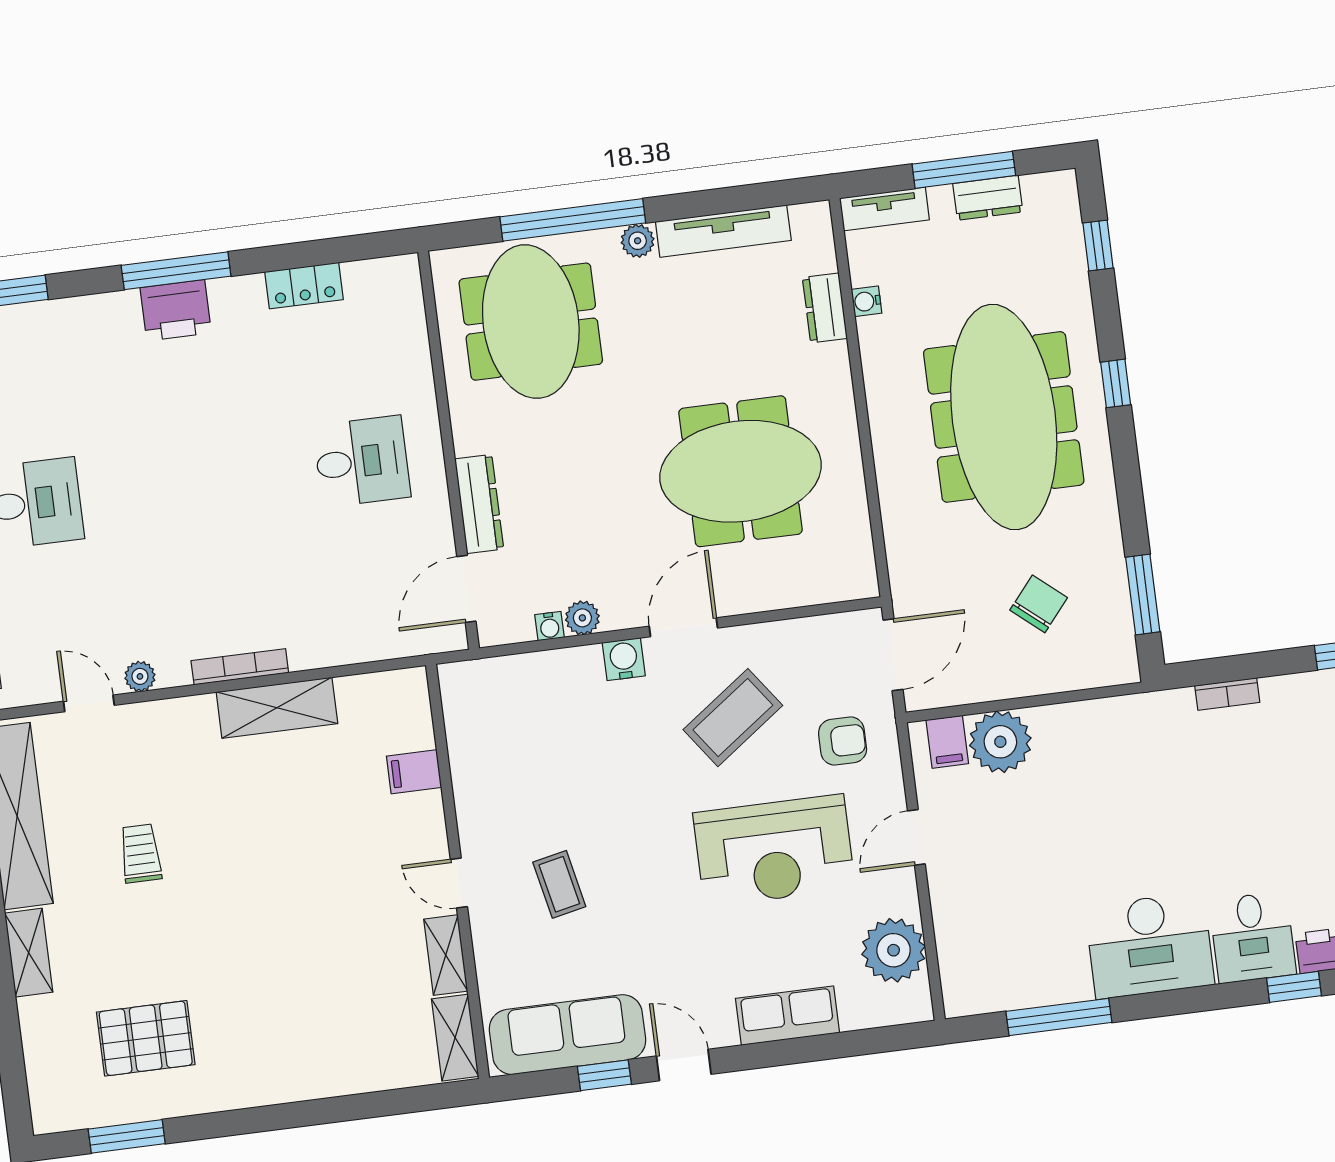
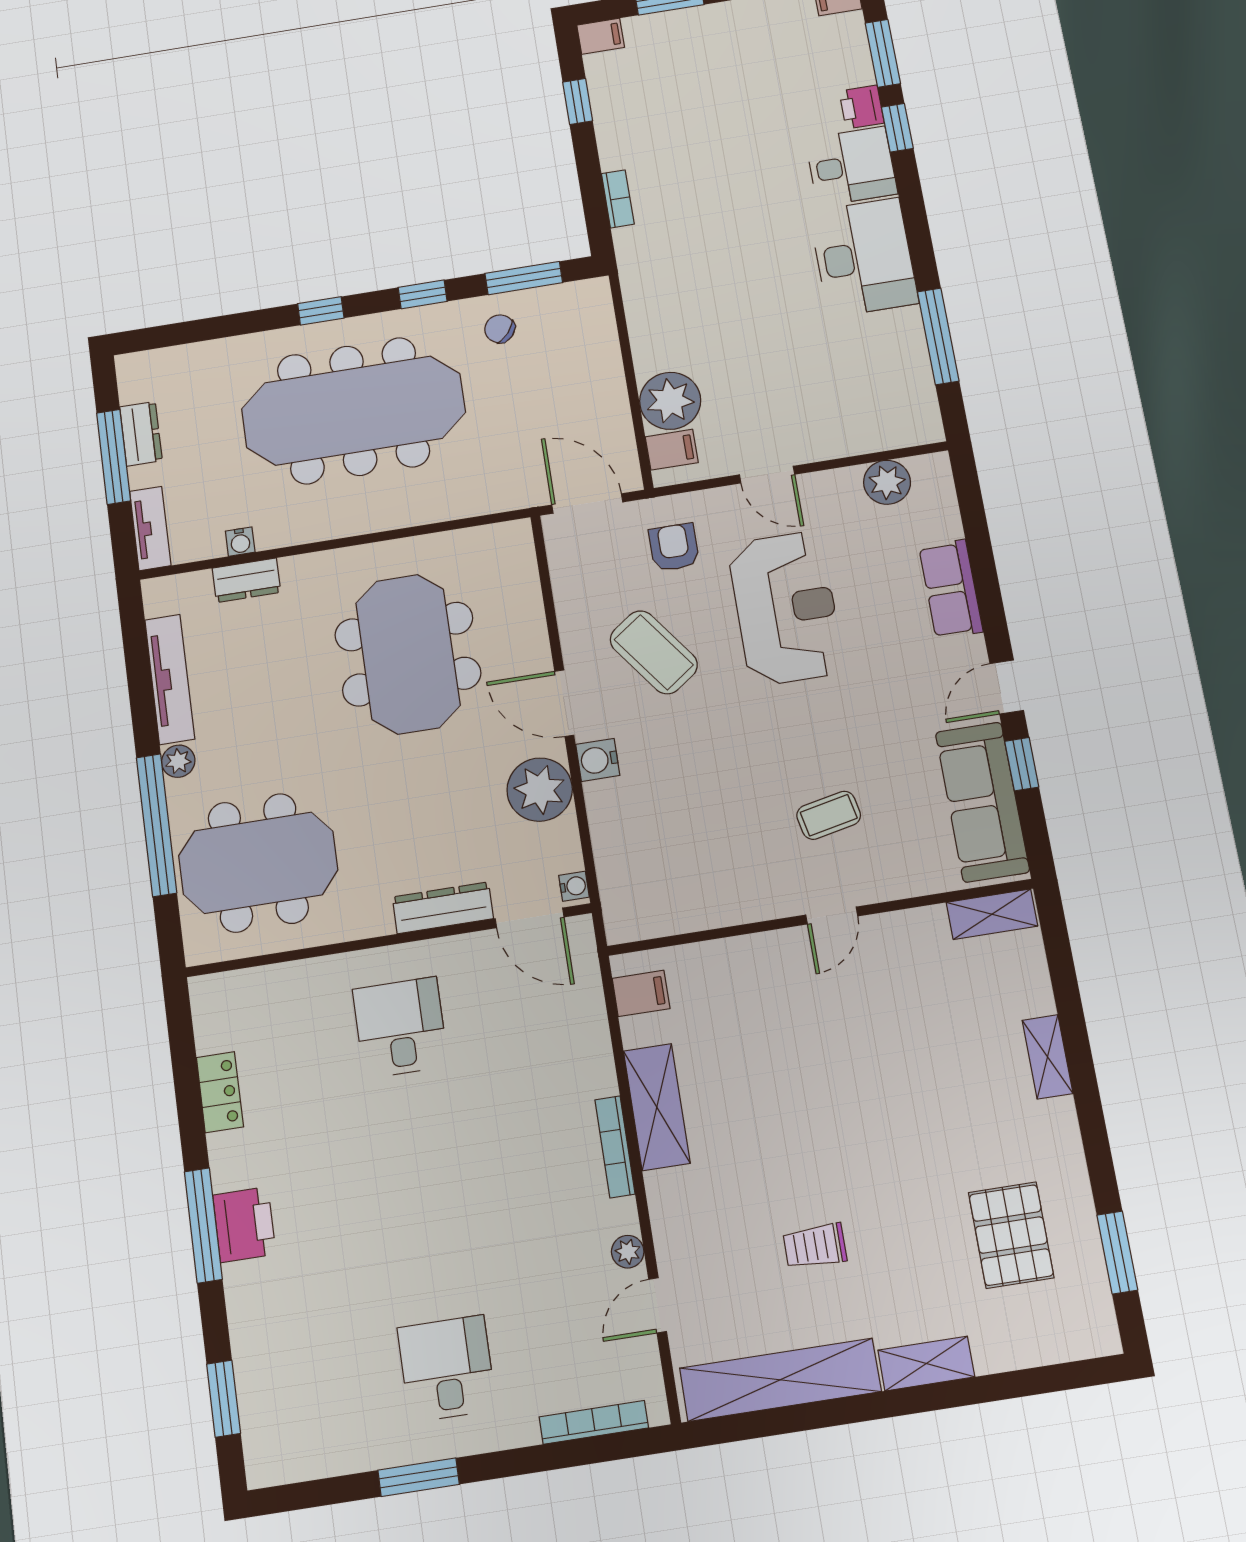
window: (1098, 246) -> (423, 294), moved
chair: (1039, 604) -> (500, 329), moved, width x0.73, depth x0.73
plant: (582, 618) -> (540, 790), width x1.88, depth x1.88
water cooler: (549, 626) -> (574, 886), moved
filing cabinet: (414, 772) -> (641, 993), moved, turned -90
plant: (894, 950) -> (887, 482), width x0.73, depth x0.73
shelving: (446, 955) -> (1048, 1057), moved, turned 90

